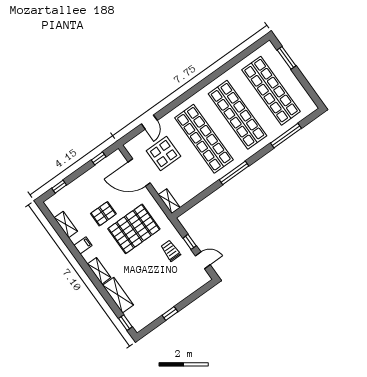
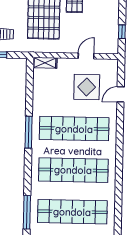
door: (149, 122) -> (121, 94), hinge flipped
window: (286, 136) -> (27, 212), moved
door: (139, 172) -> (86, 56), width x0.53

